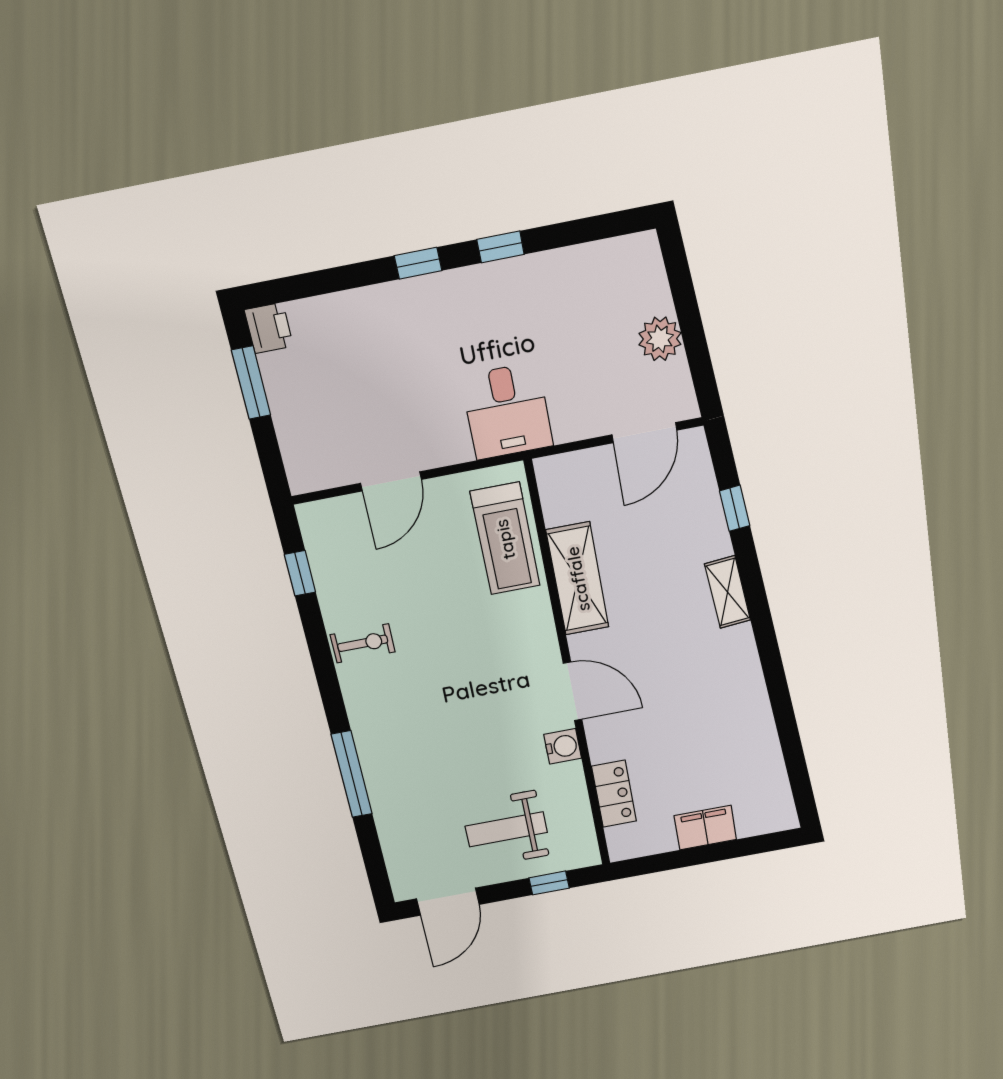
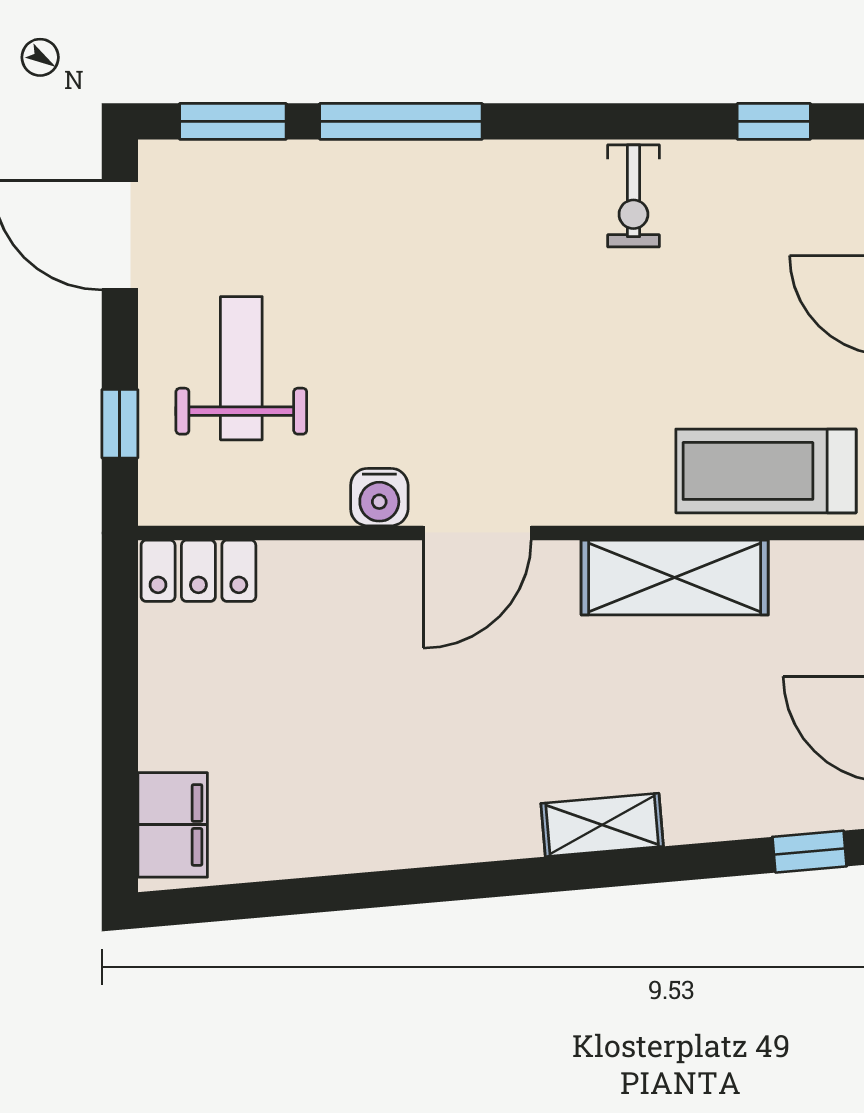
window: (735, 508) -> (809, 852), moved
locker: (614, 794) -> (198, 571), moved
filing cabinet: (705, 828) -> (173, 825), moved
window: (373, 858) -> (233, 121), added

